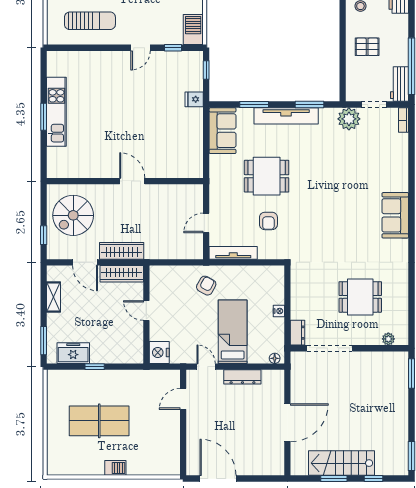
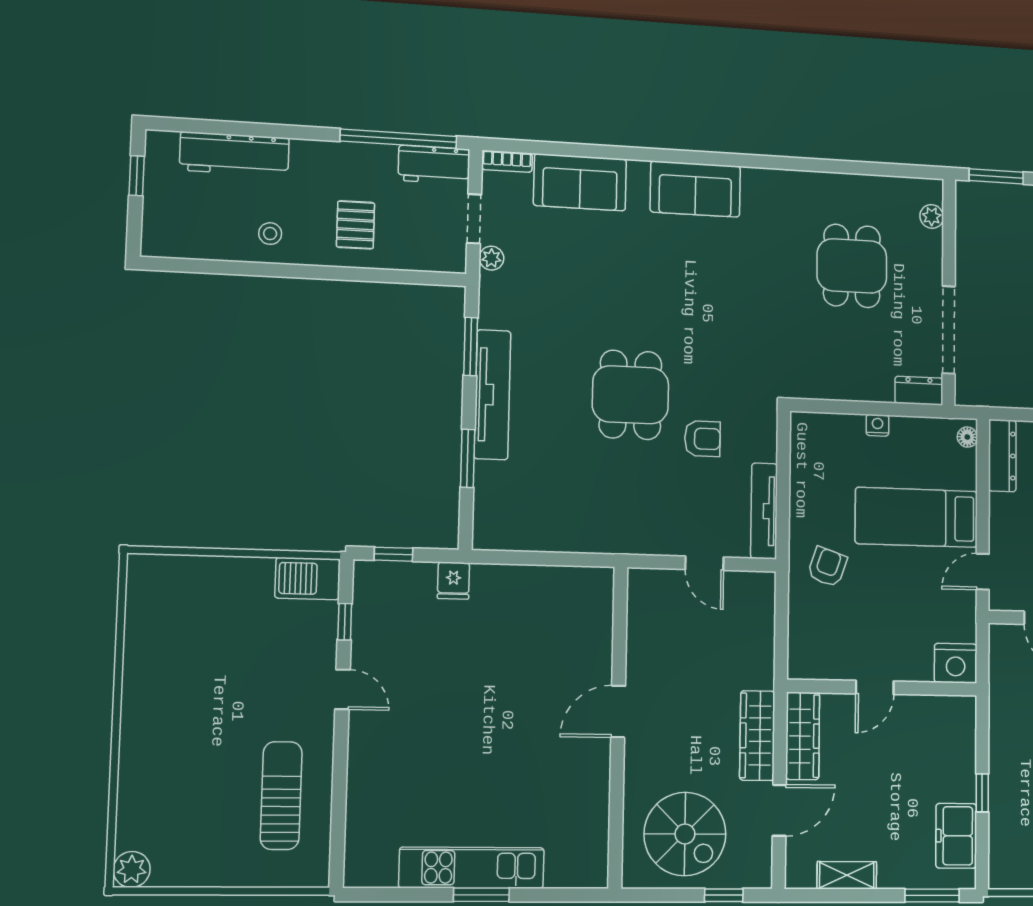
plant: (349, 119) -> (491, 258), width x0.53, depth x0.53
sofa: (223, 131) -> (580, 182), moved, turned 180
dining table: (267, 176) -> (630, 395), moved
armchair: (206, 286) -> (827, 567), turned 80
dresser: (242, 377) -> (1002, 456), moved

